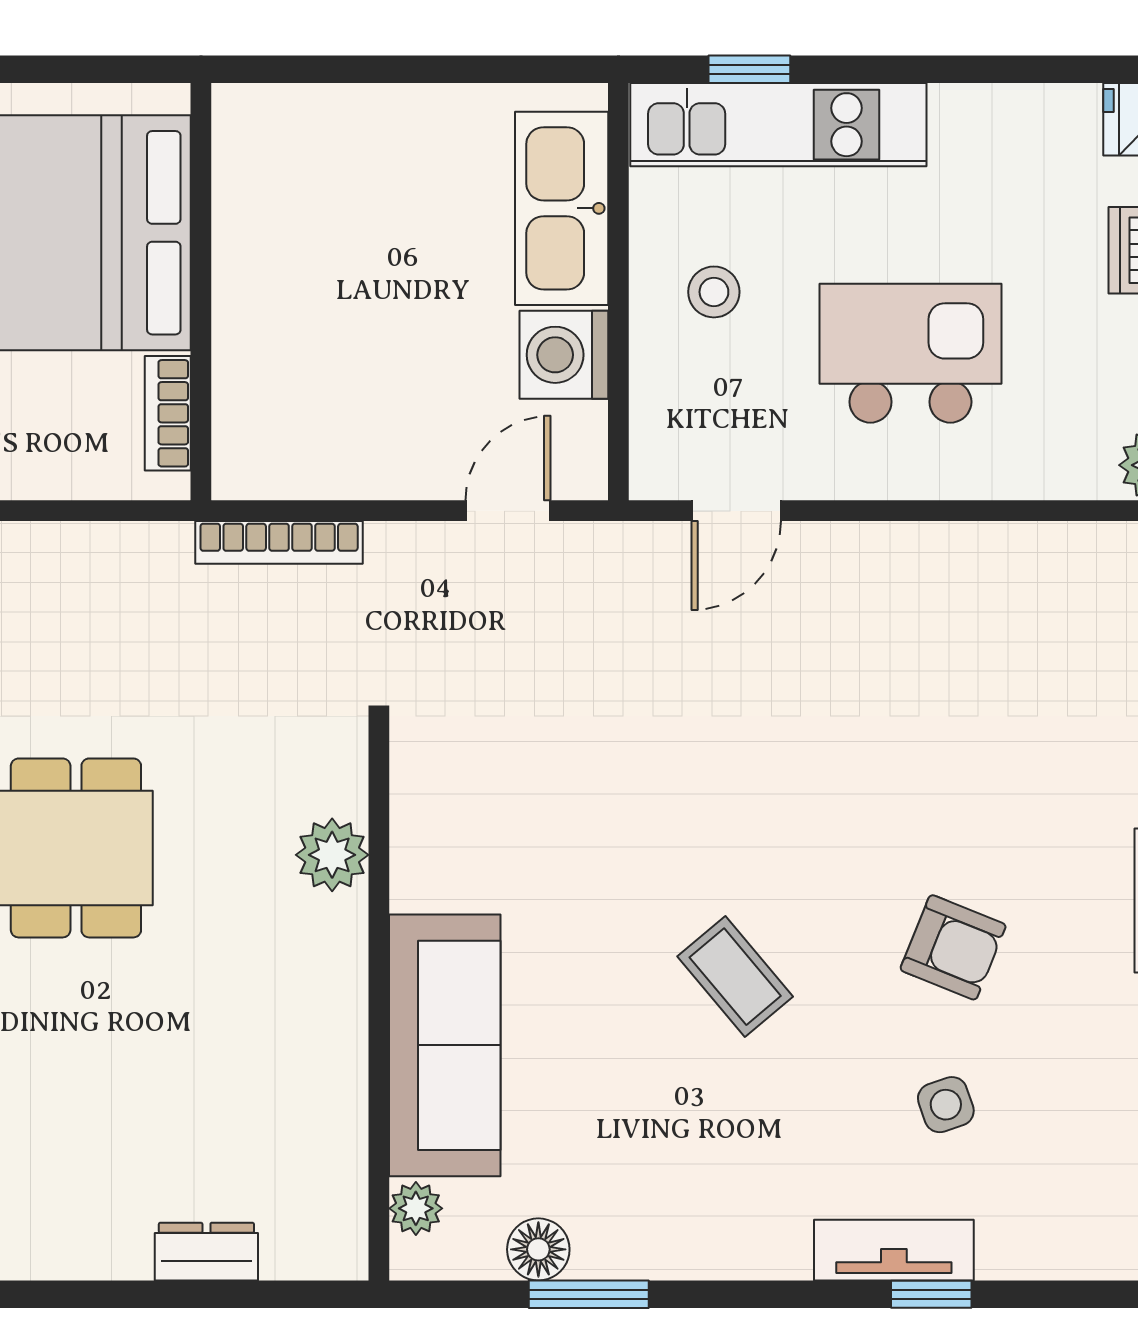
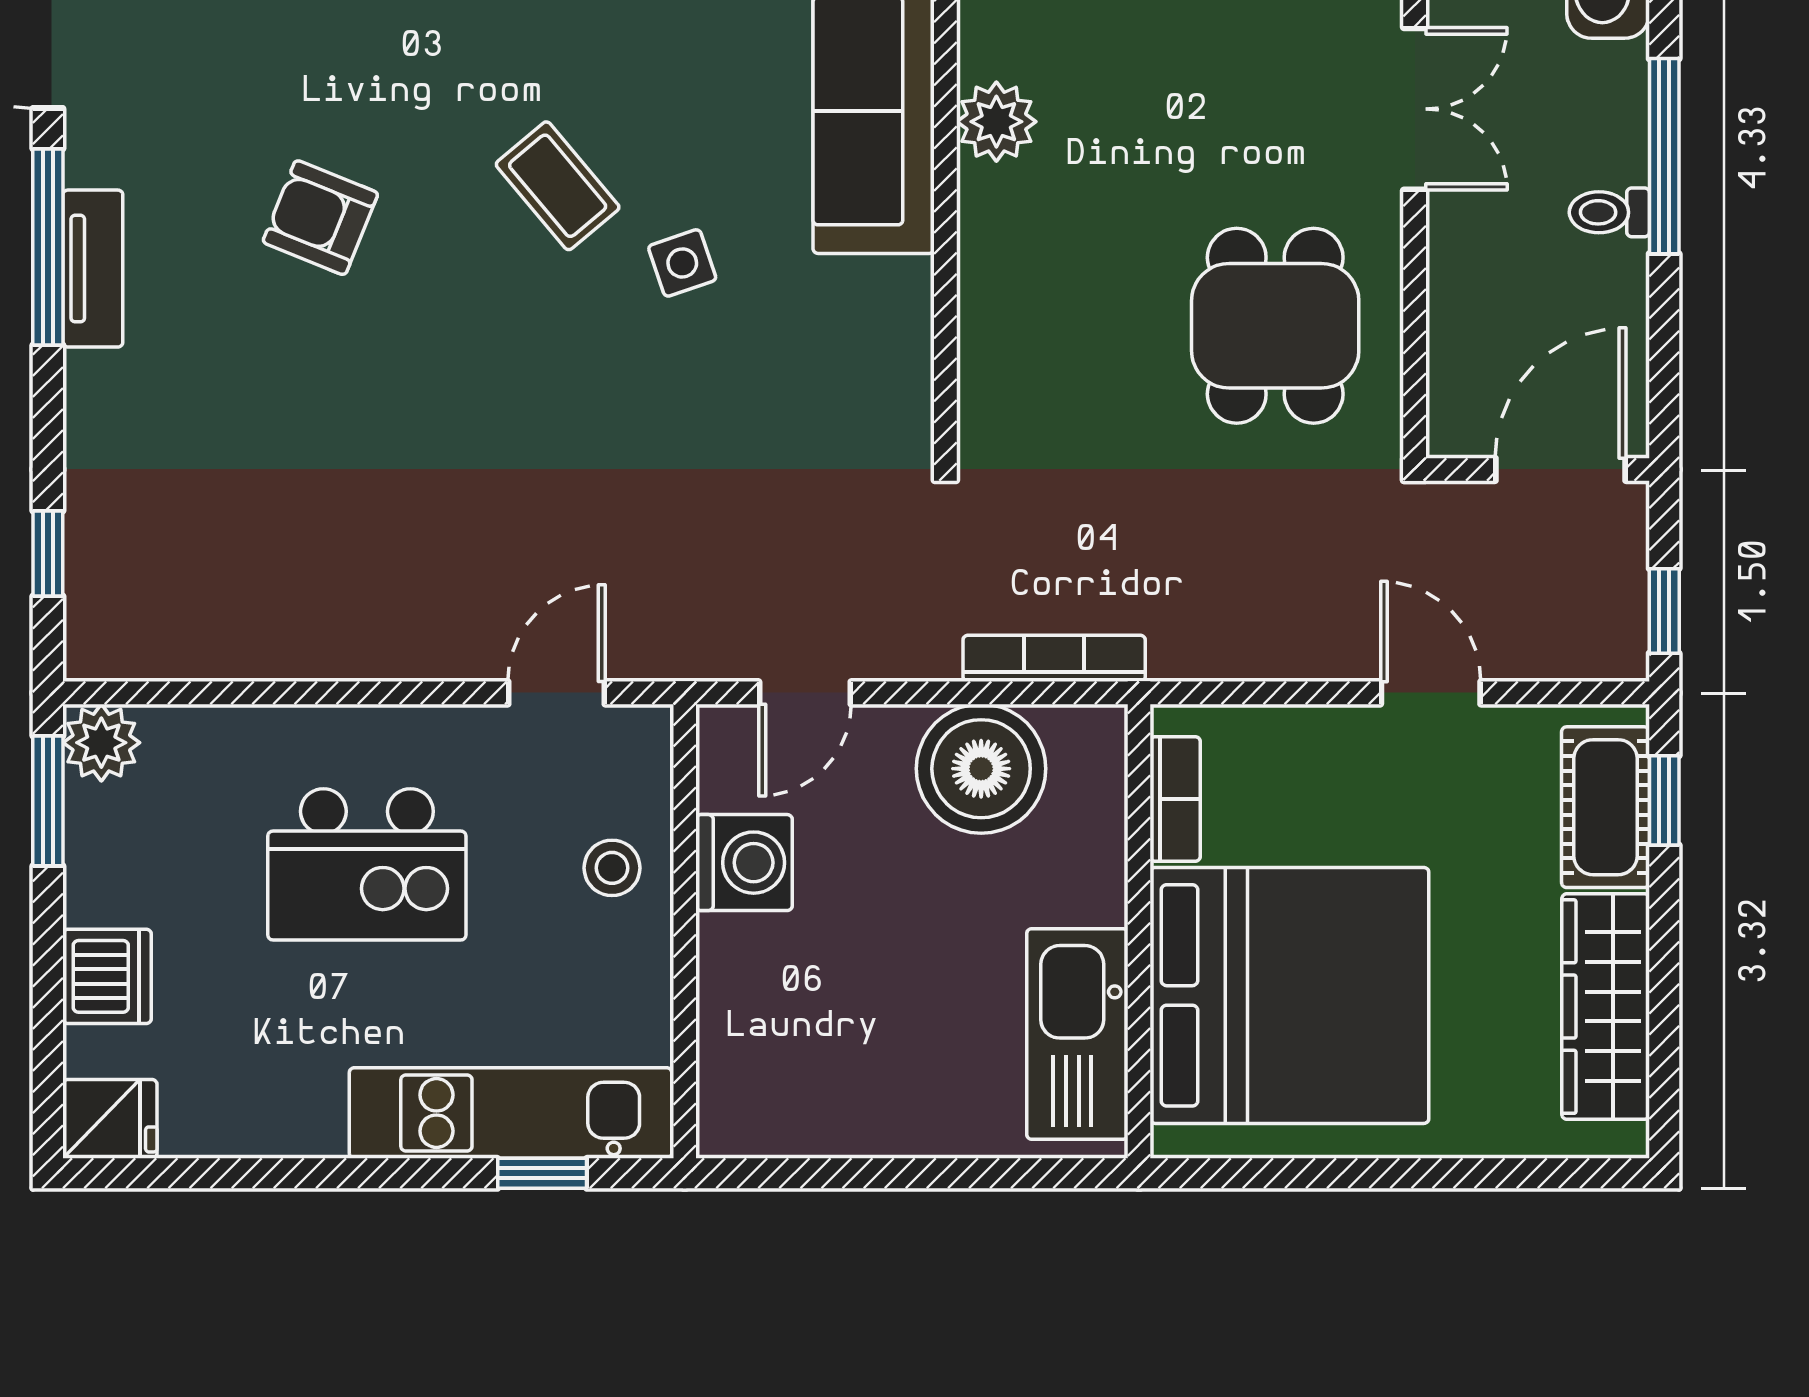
kitchen sink: (562, 208) -> (1077, 1034), moved, turned 180
stool: (714, 292) -> (612, 868), moved
boiler: (346, 441) -> (981, 769), added
plant: (332, 855) -> (996, 122), moved
side table: (946, 1105) -> (682, 263), moved

